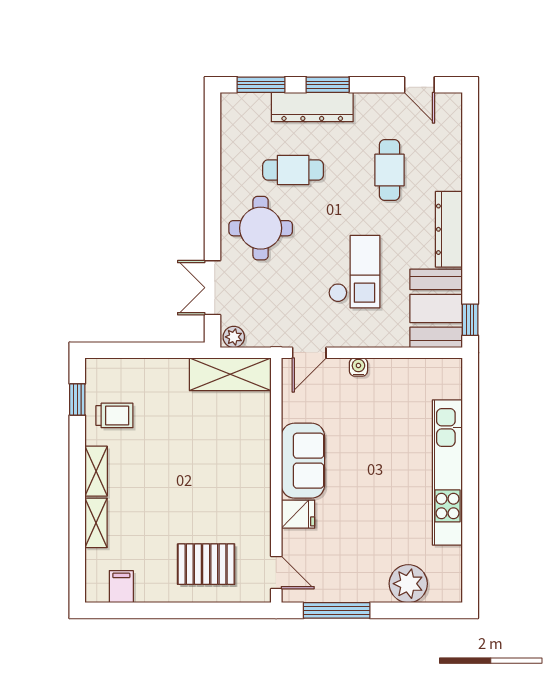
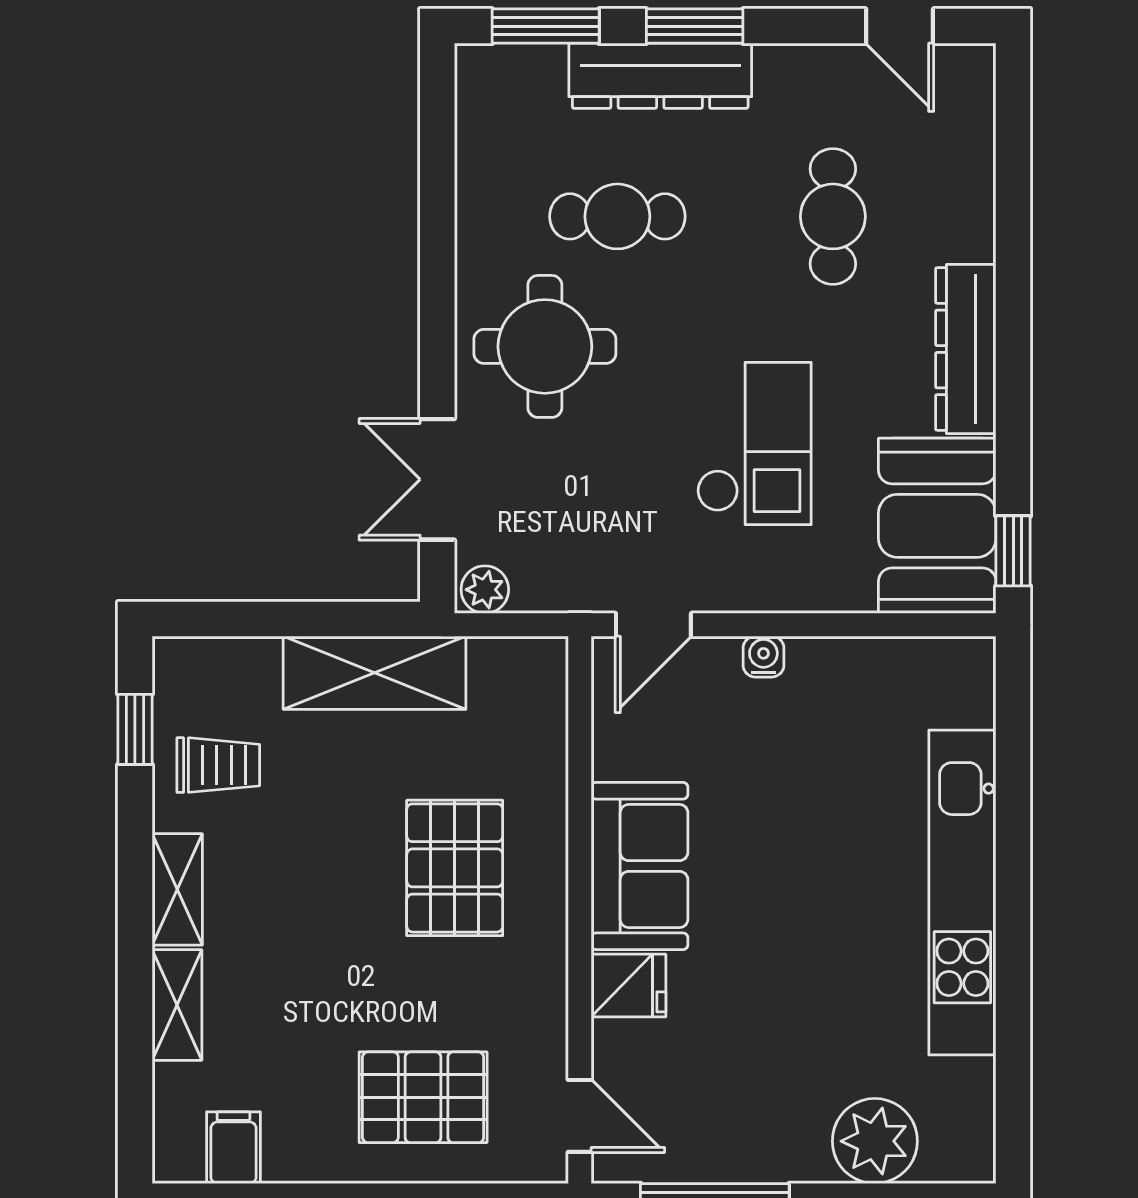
shelving: (230, 374) -> (374, 673), moved
pallet: (220, 461) -> (455, 868), added

